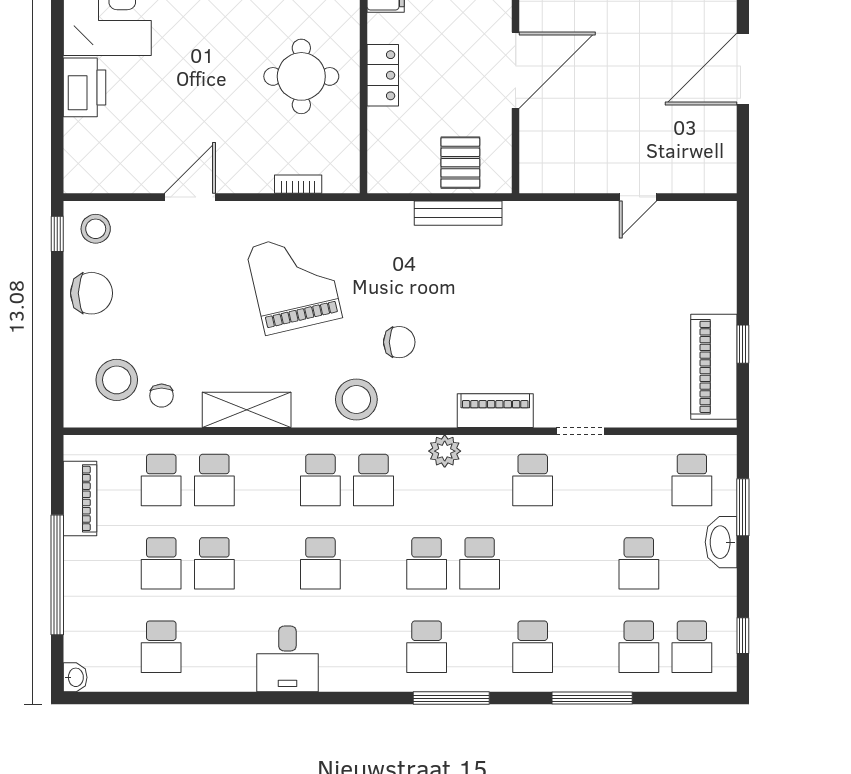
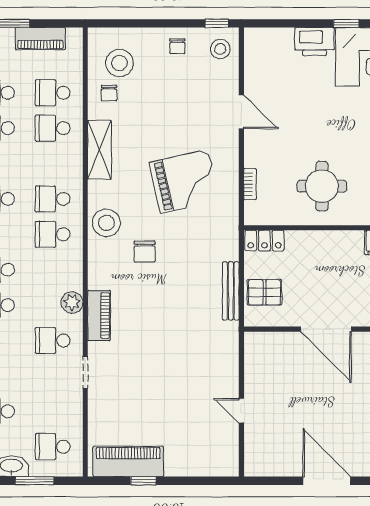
window: (57, 40) -> (346, 23), added
locker: (383, 75) -> (264, 241), moved
chair: (92, 293) -> (177, 46), width x0.54, depth x0.54
chair: (162, 396) -> (109, 93), turned -90
plant: (445, 451) -> (72, 302), moved

